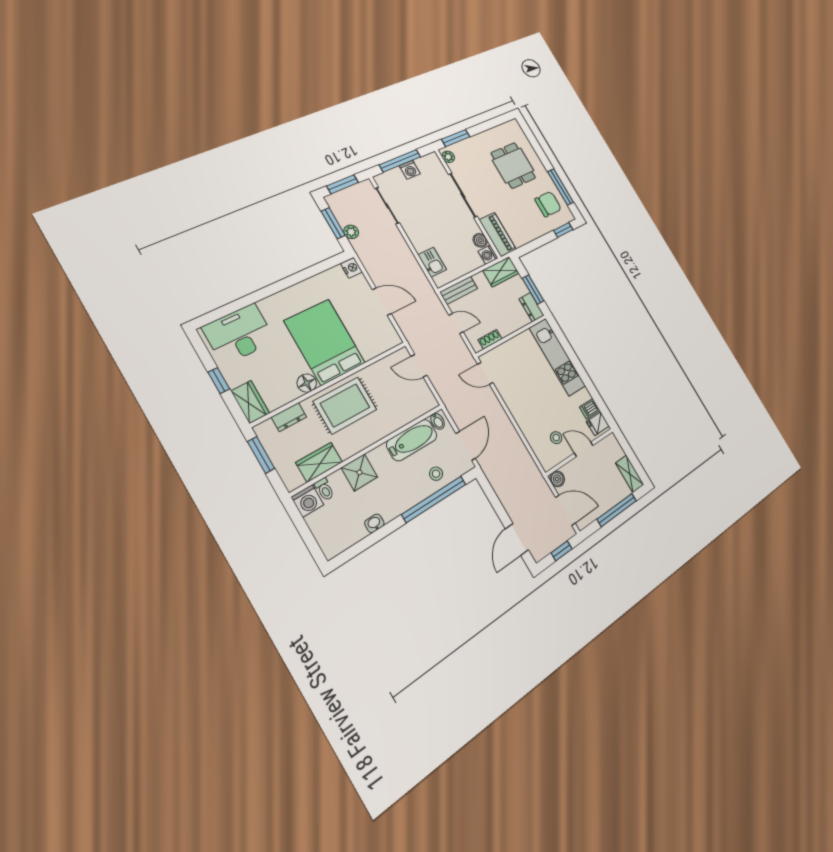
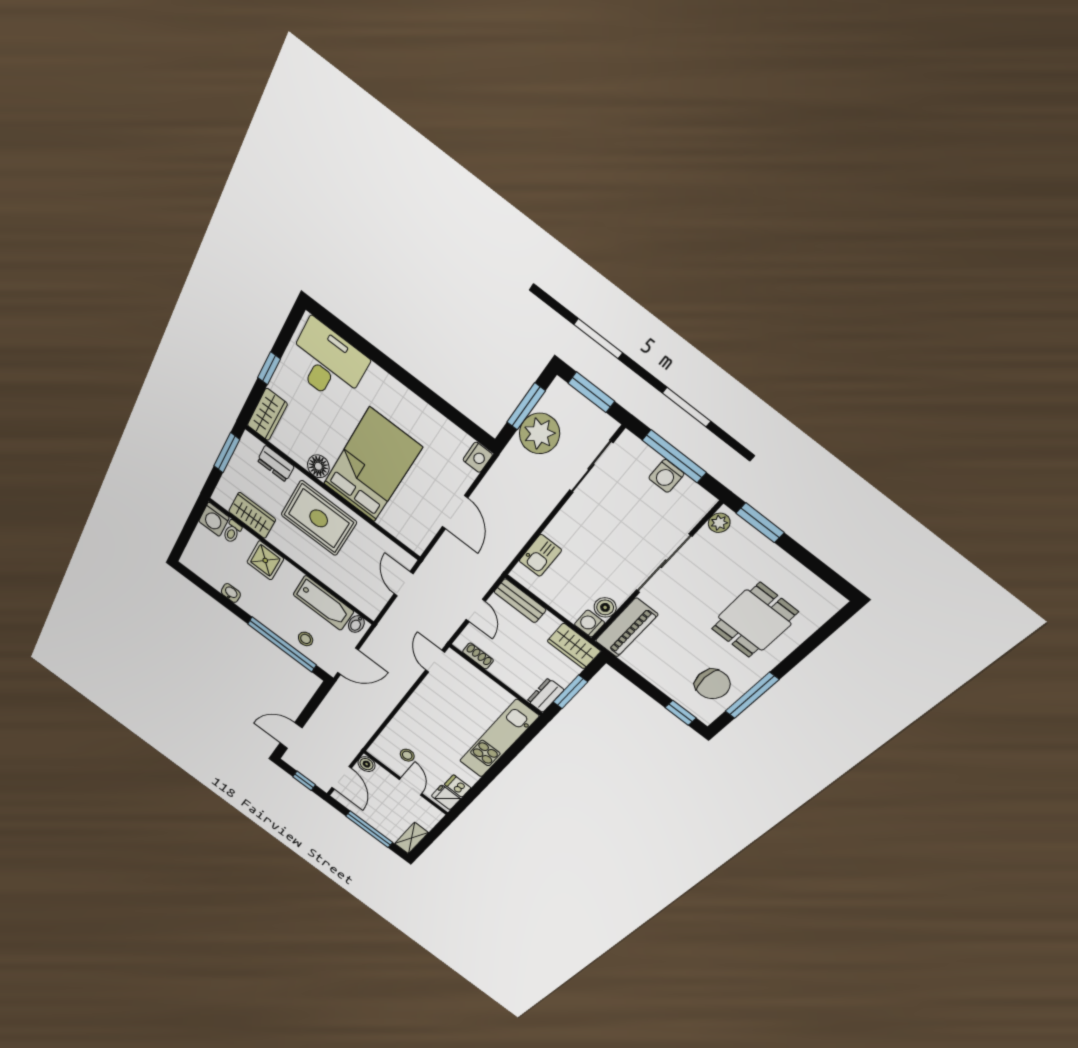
plant: (351, 232) -> (539, 434), width x1.88, depth x1.88

